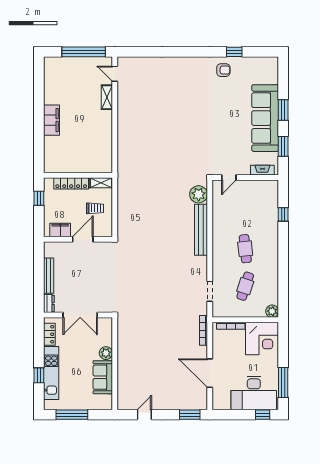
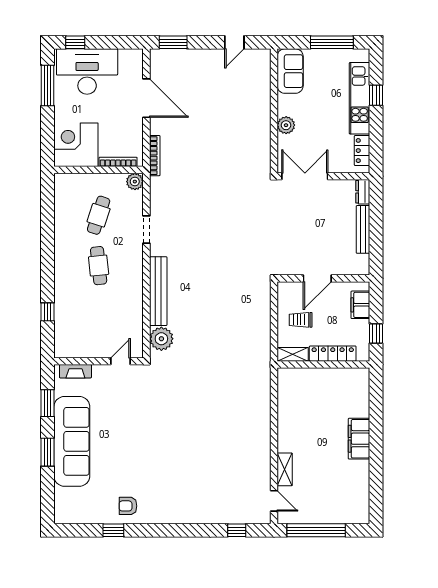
window: (142, 52) -> (237, 530), added
filing cabinet: (60, 230) -> (360, 305), moved, turned 90
doorway: (210, 291) -> (146, 230), moved
plant: (272, 311) -> (135, 182), moved
double door: (80, 315) -> (305, 176), moved
sofa: (103, 377) -> (290, 71), moved

